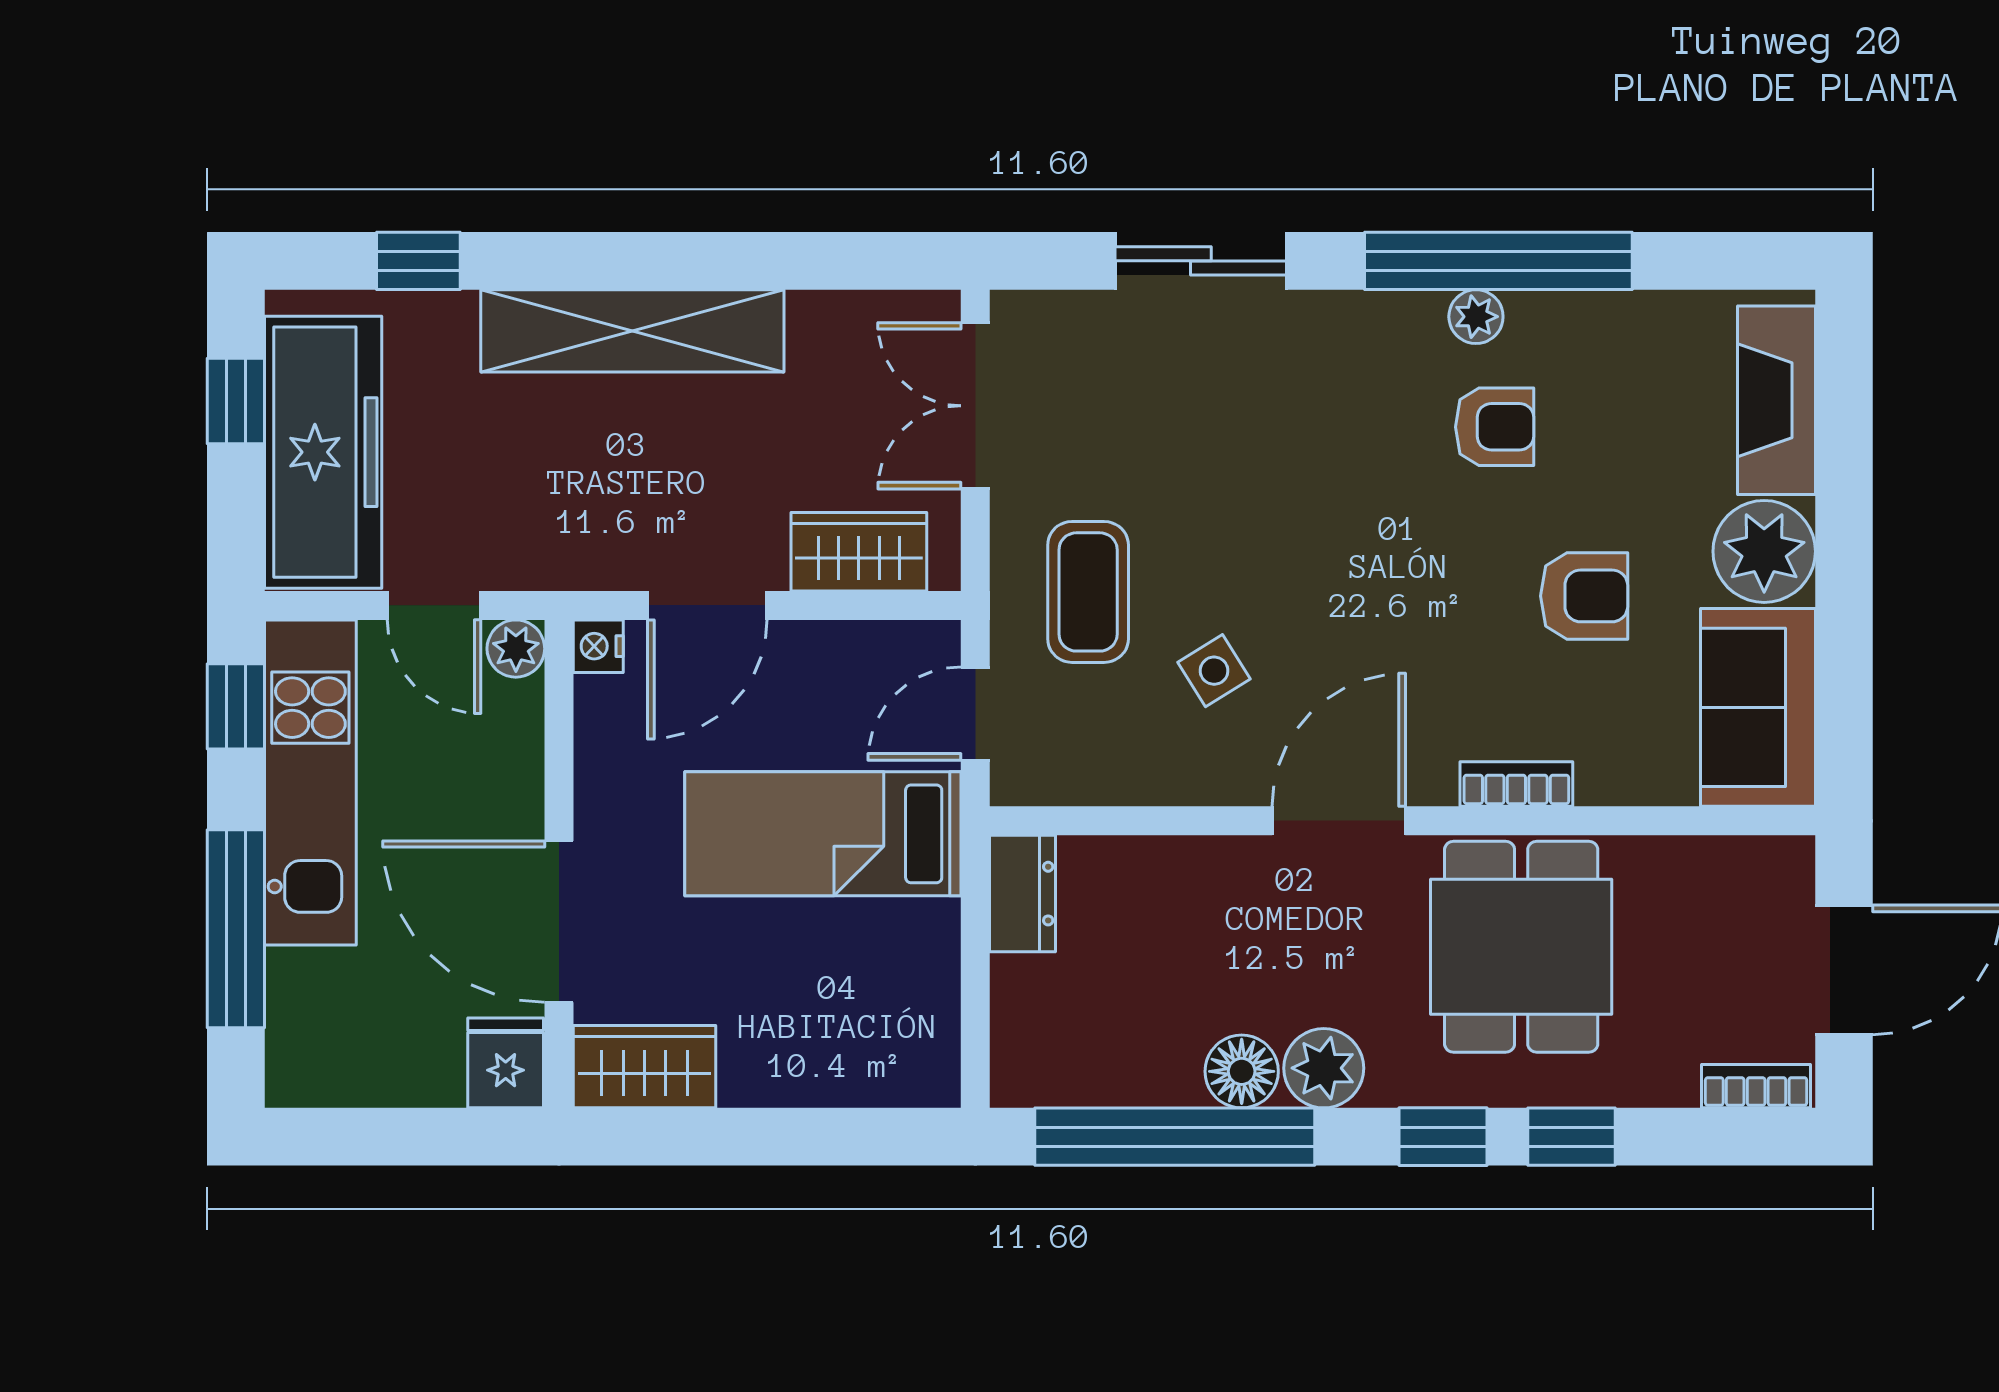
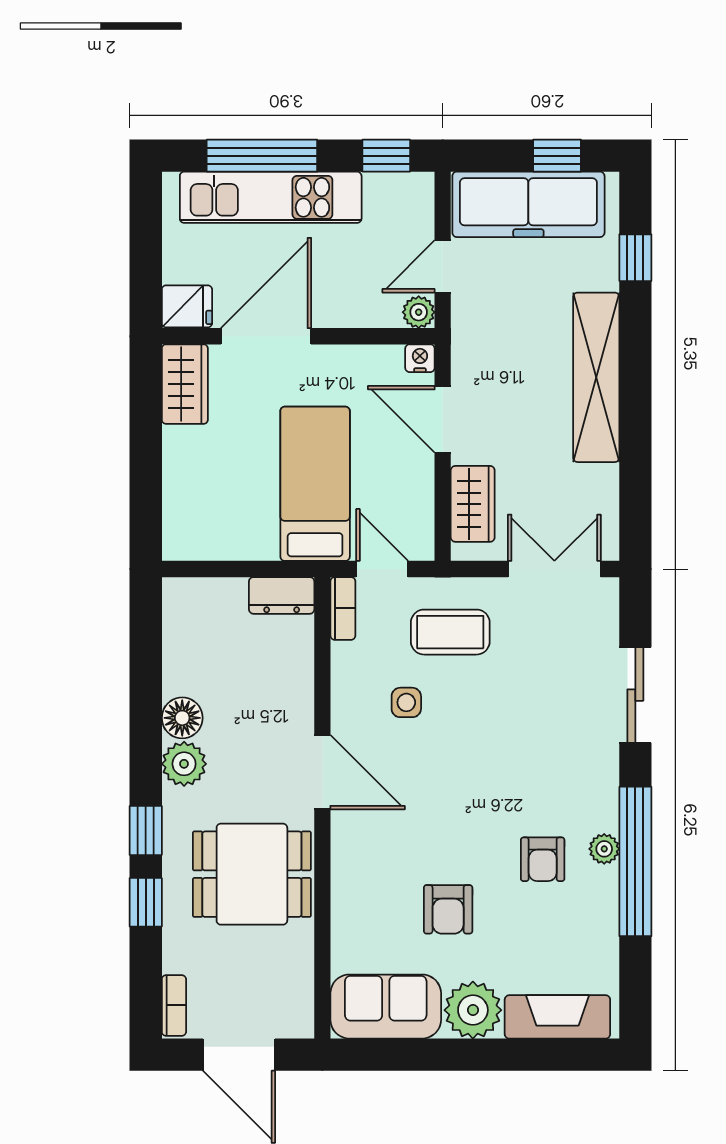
side table: (1214, 671) -> (406, 702), turned 32
kitchen unit: (310, 782) -> (271, 197), moved
bookcase: (1516, 784) -> (343, 608), moved
window: (1175, 1137) -> (146, 680), removed

